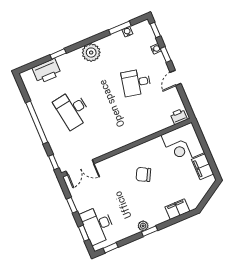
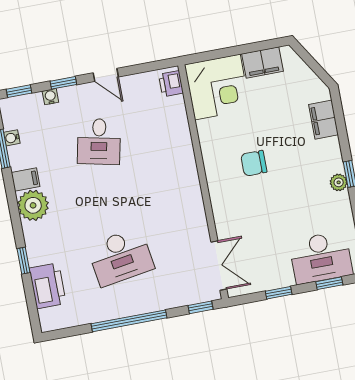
filing cabinet: (105, 45) -> (26, 180), added
chair: (143, 174) -> (254, 163), turned 62

